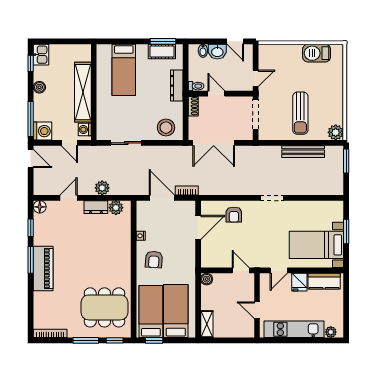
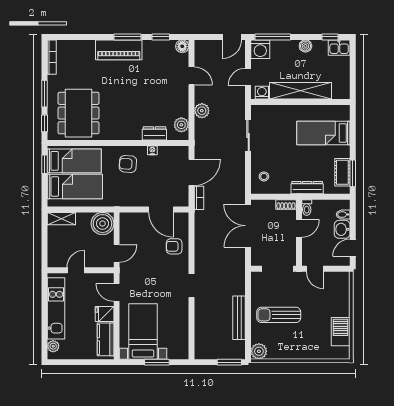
stool: (166, 128) -> (264, 176), width x0.53, depth x0.53
dresser: (96, 207) -> (154, 133), moved, turned 90
boiler: (207, 279) -> (102, 224), width x1.86, depth x1.86

